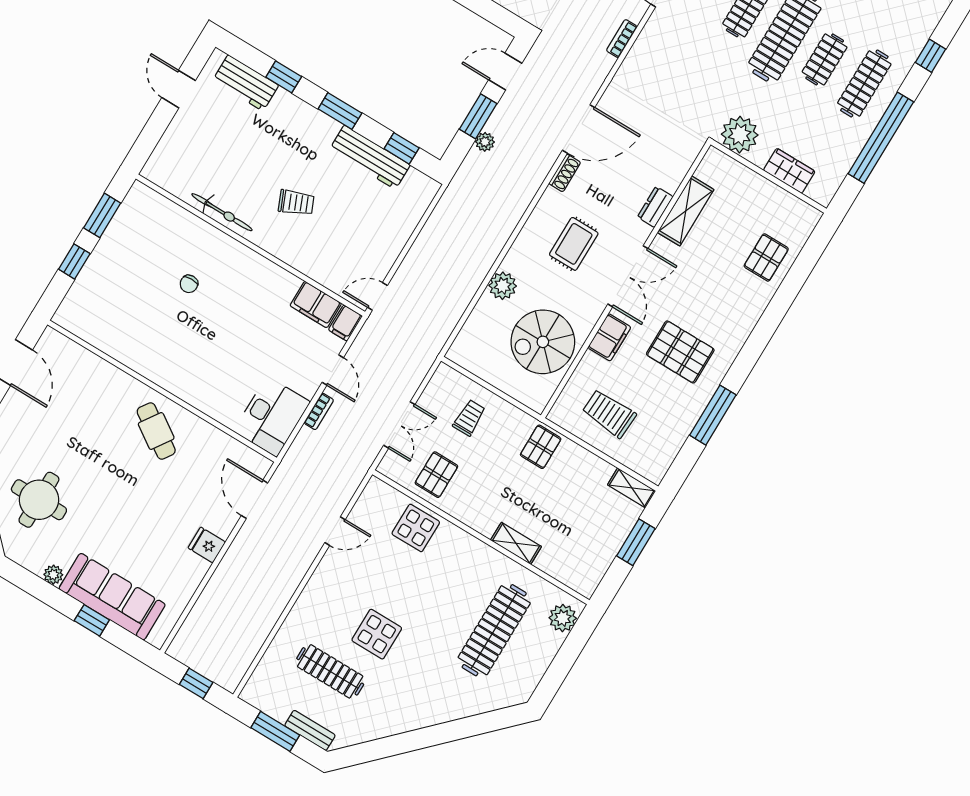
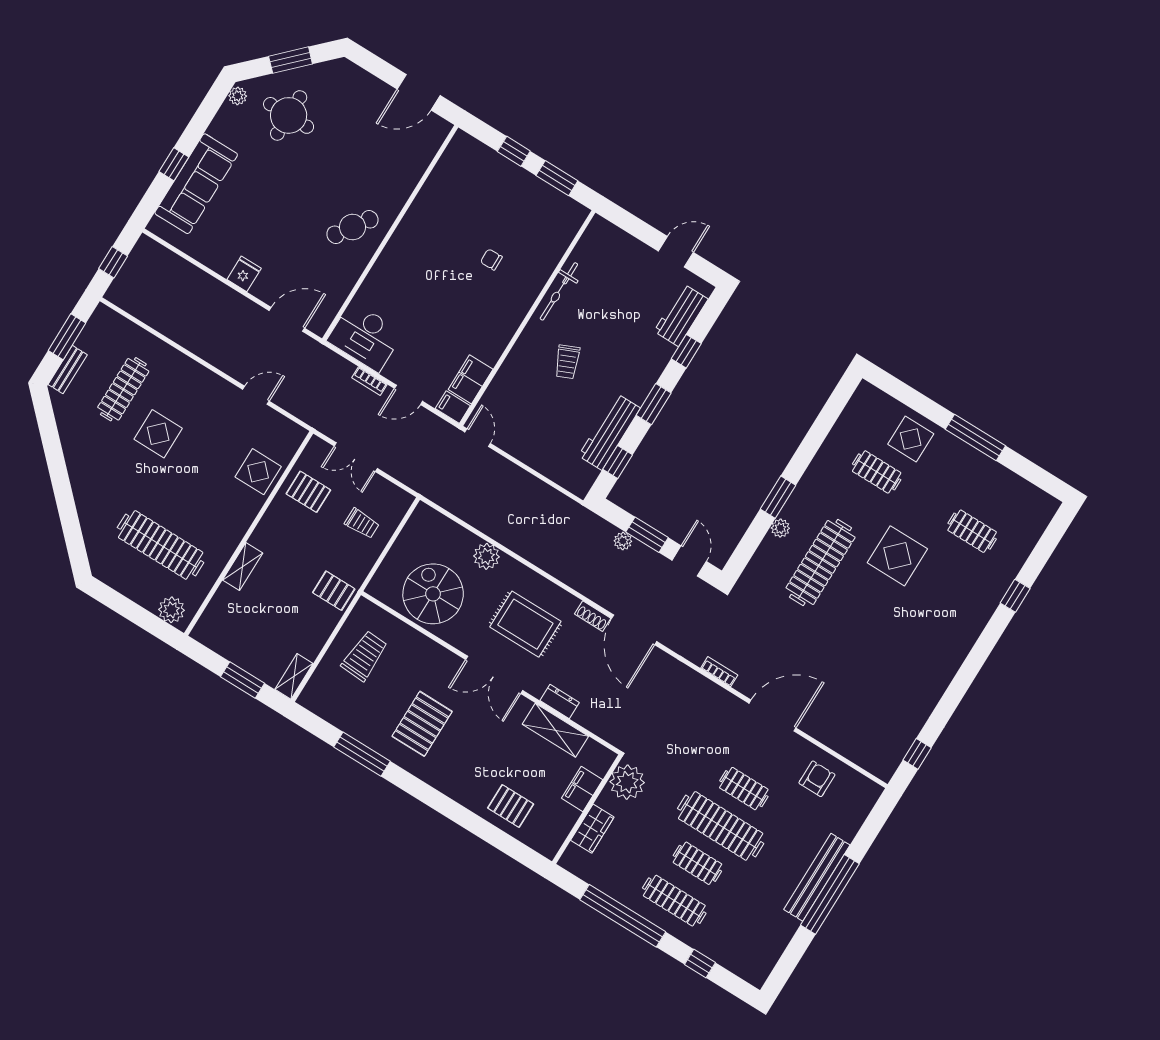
rug: (574, 244) -> (525, 624), width x1.36, depth x1.43
filing cabinet: (609, 337) -> (582, 789), moved, turned 90
door: (335, 531) -> (256, 395), swing flipped
plant: (53, 575) -> (238, 96), moved

